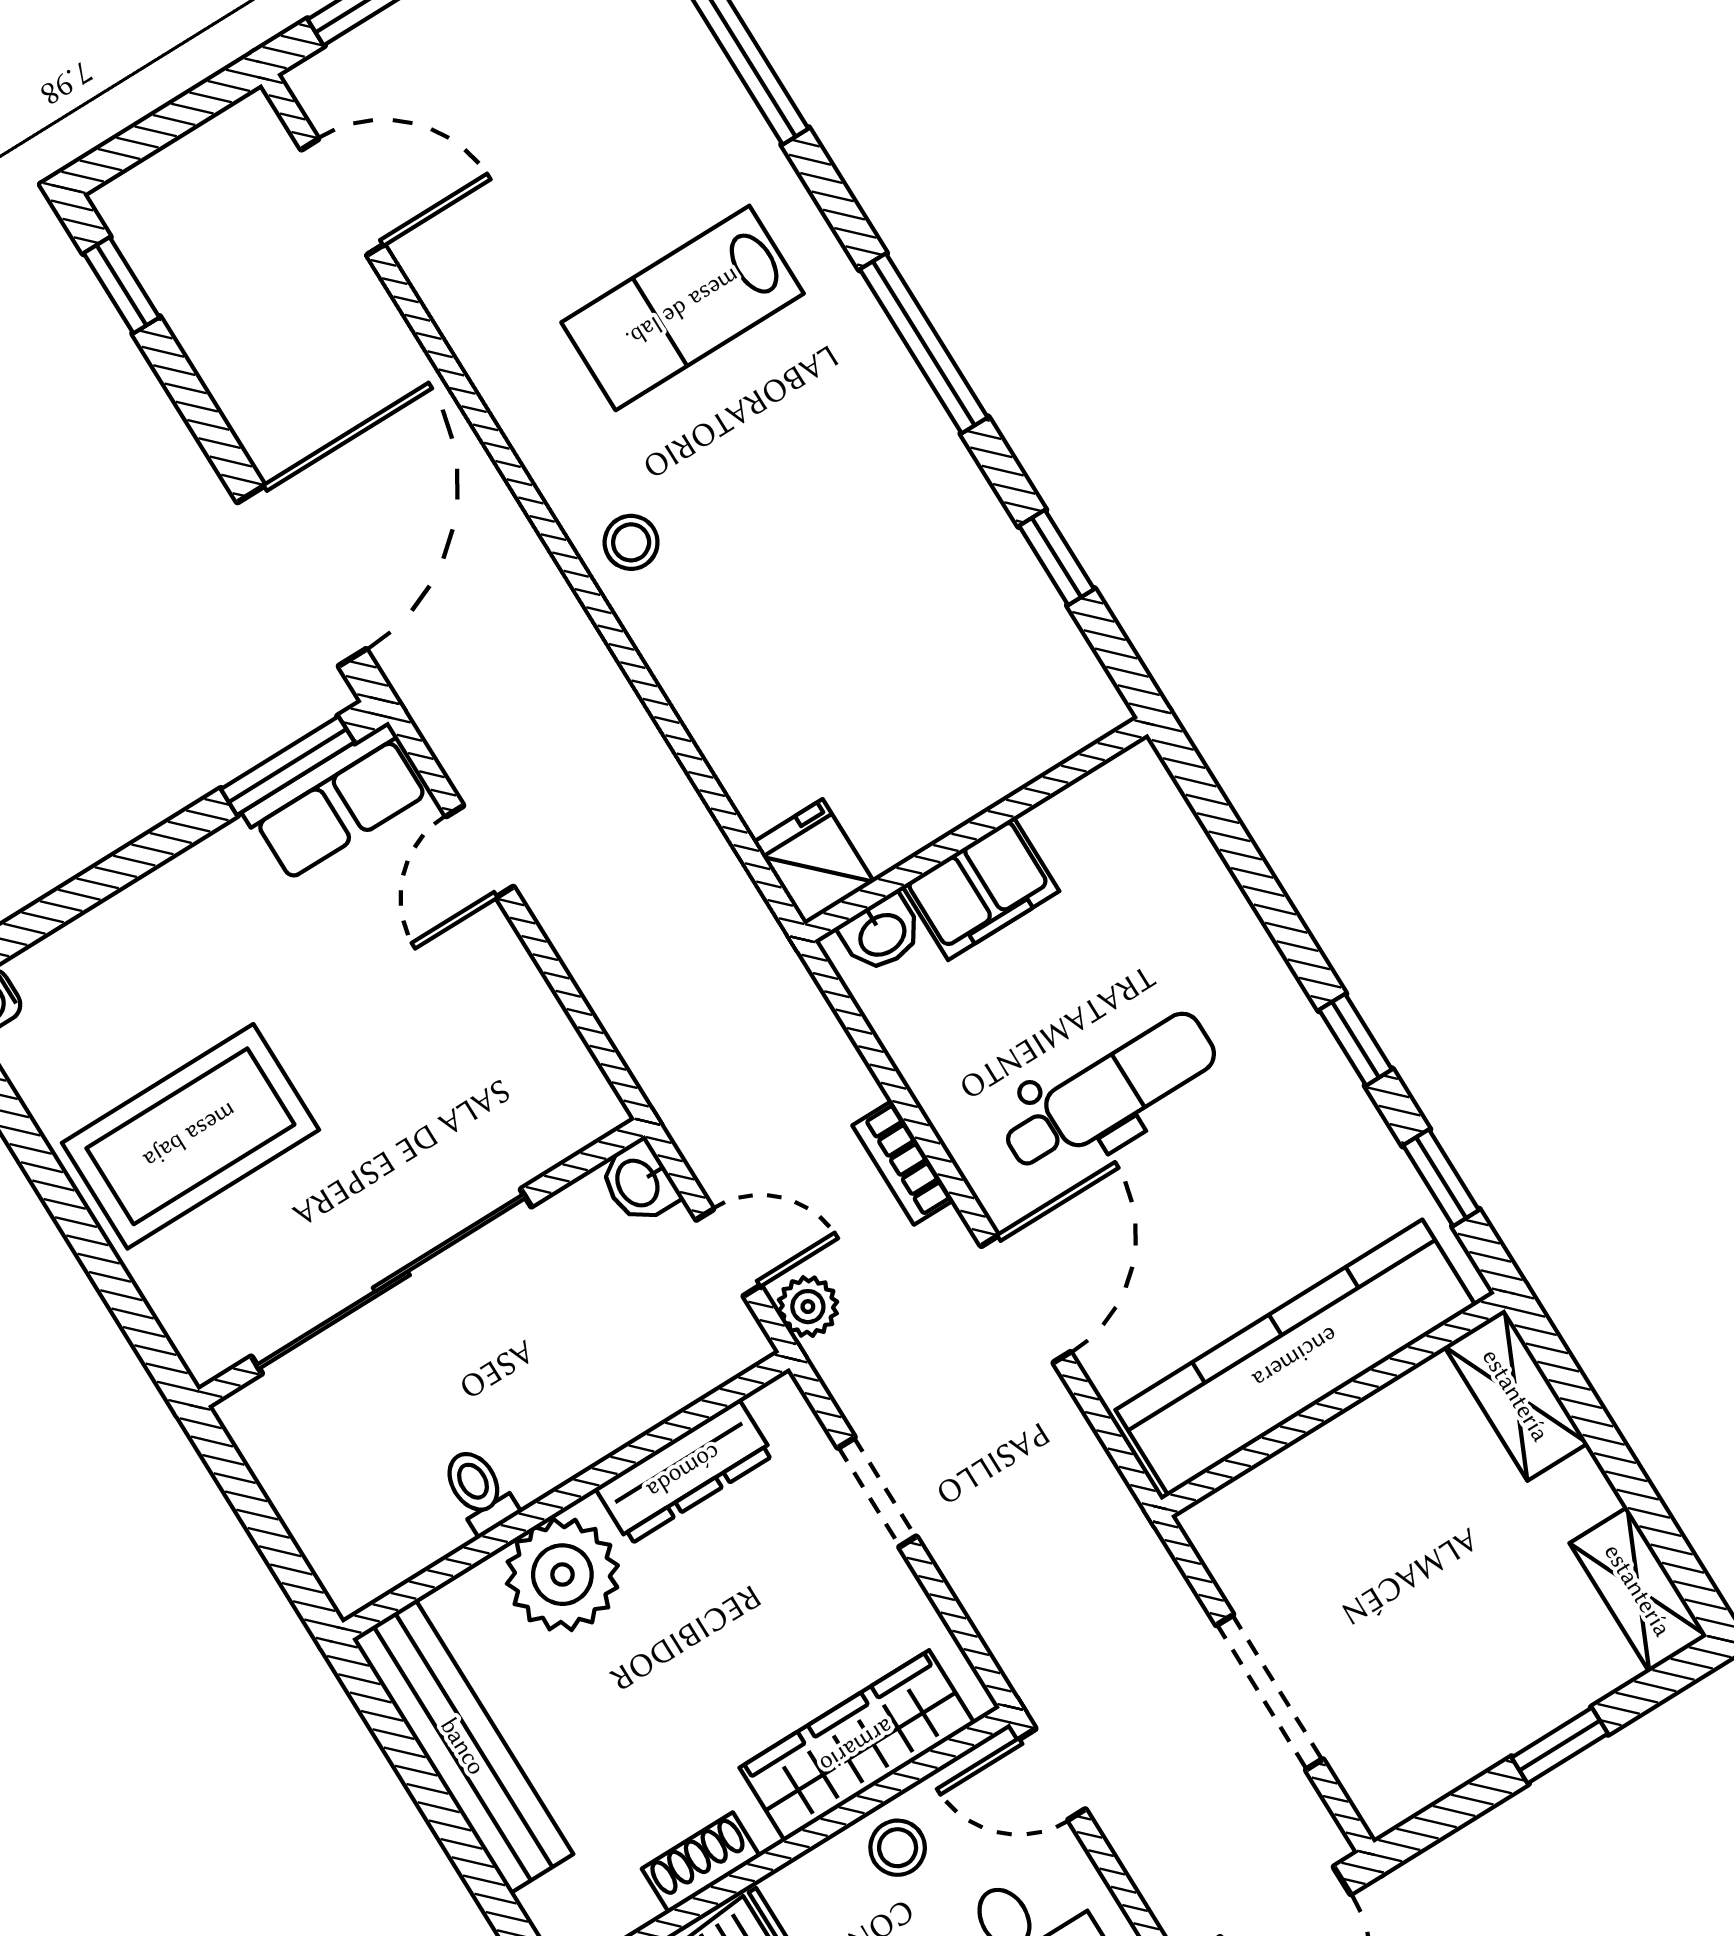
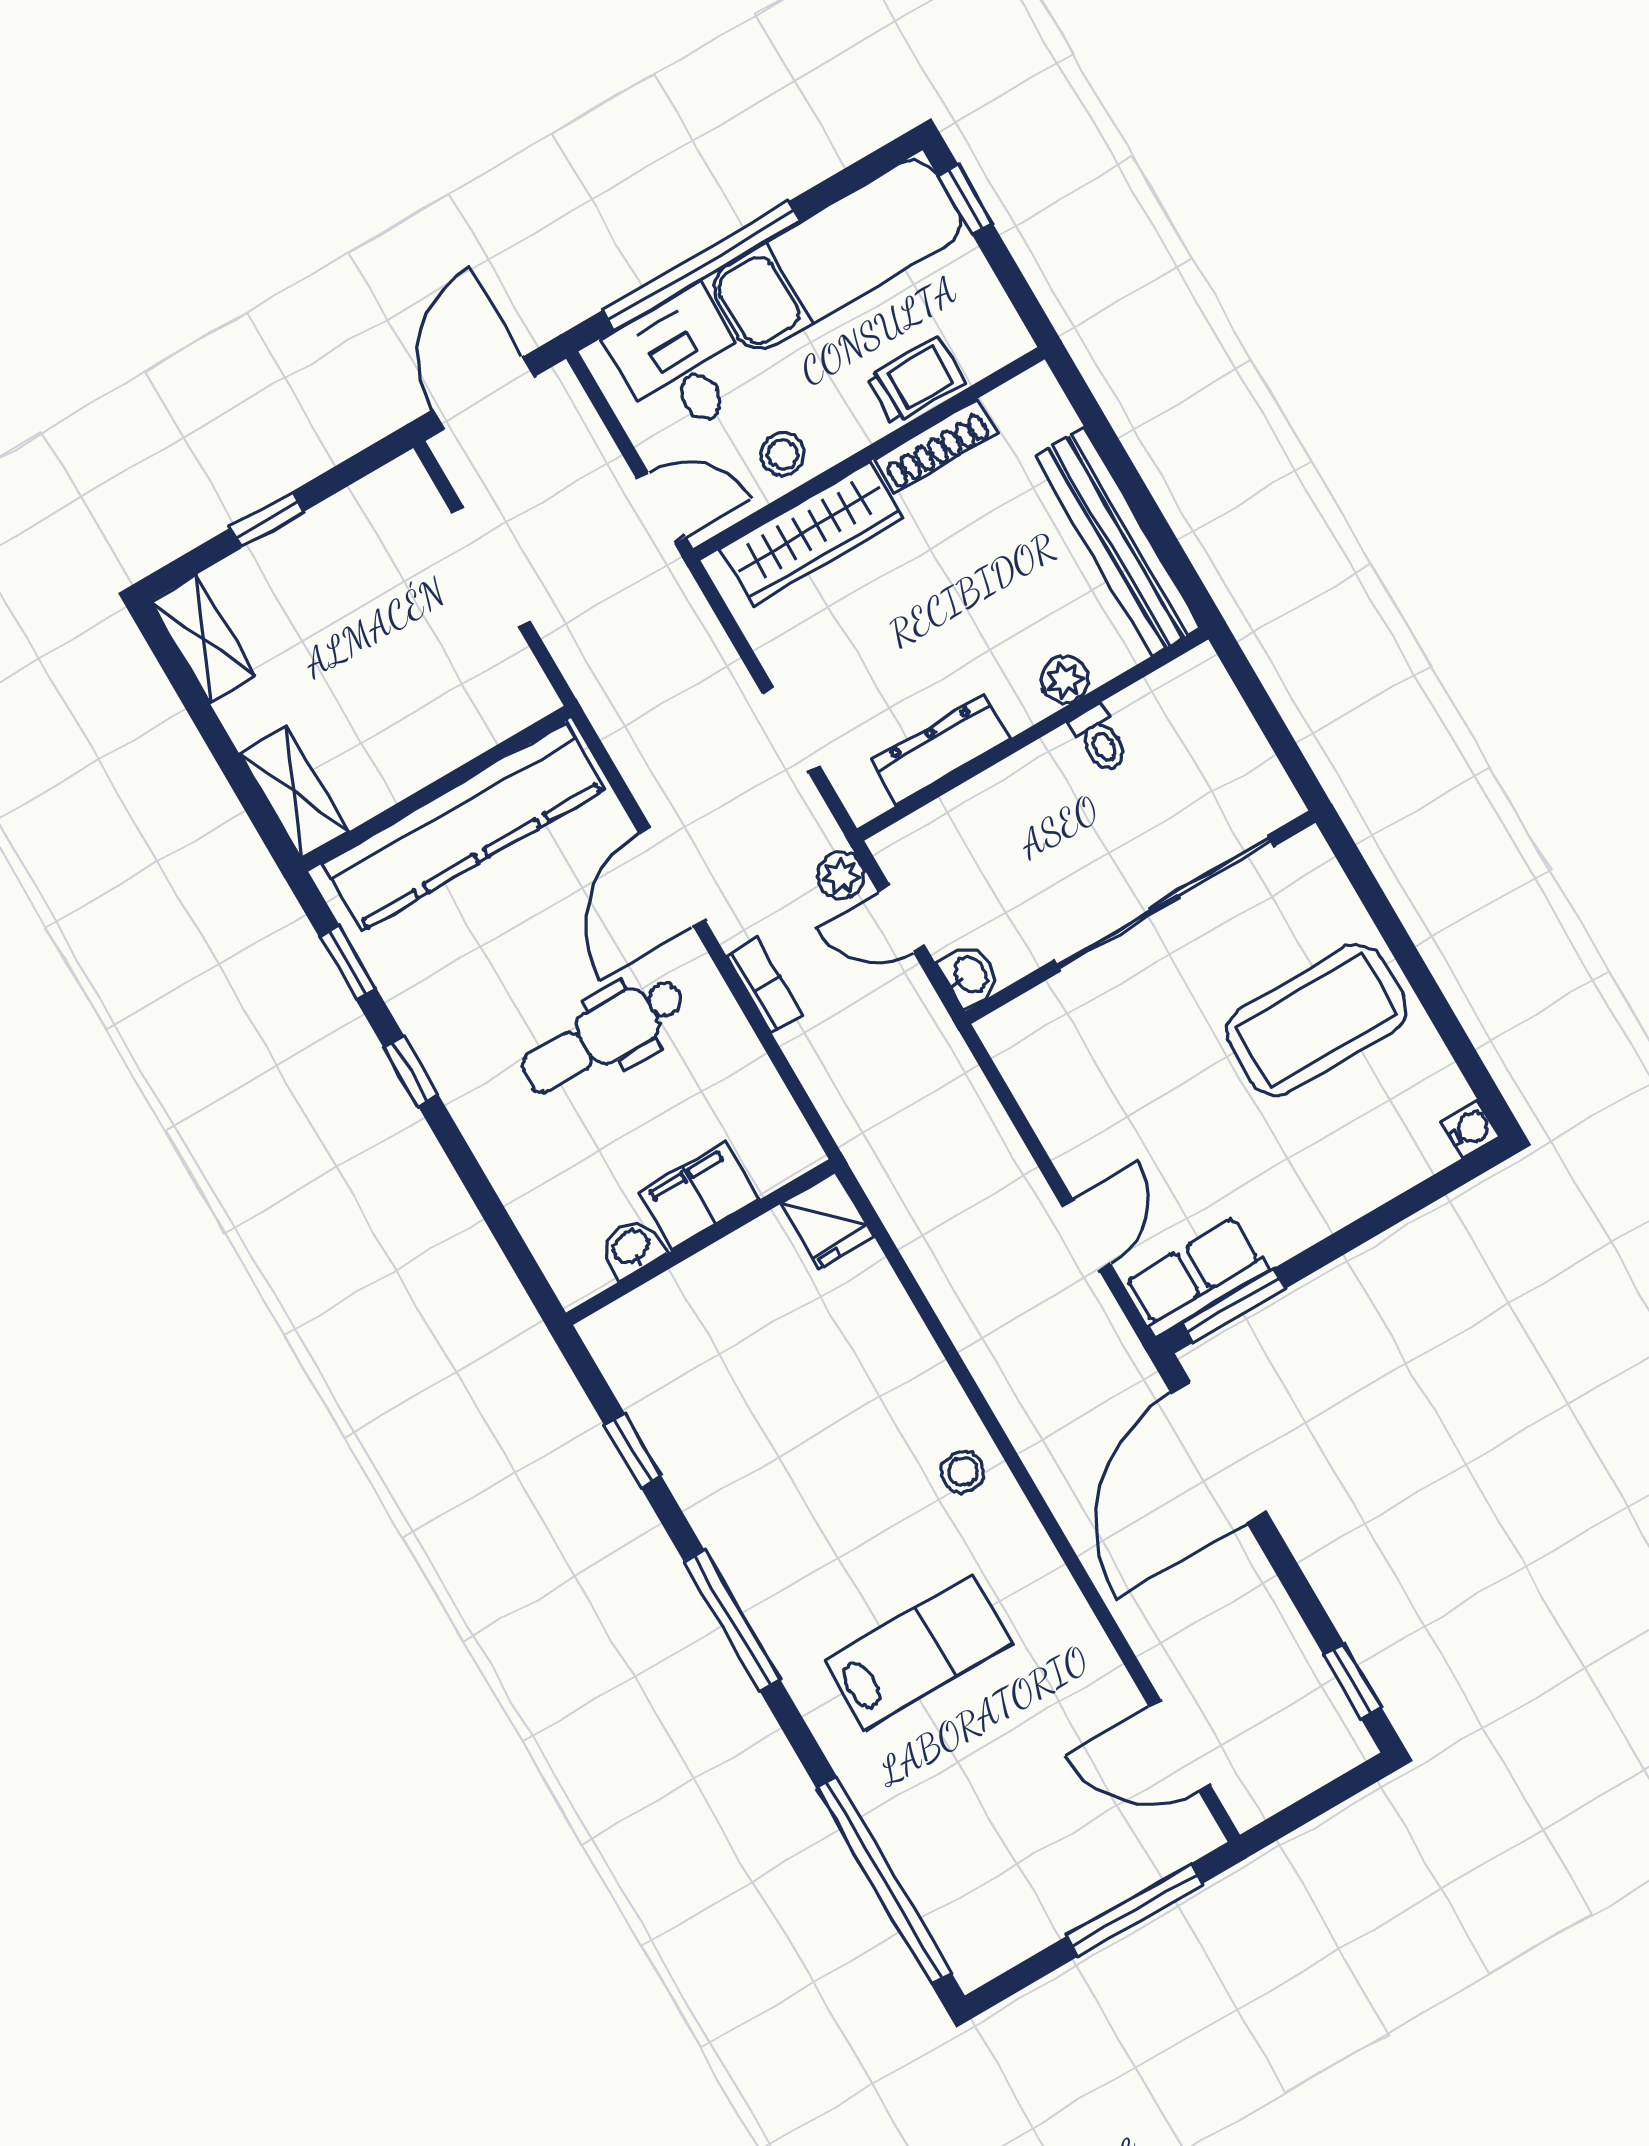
washbasin: (881, 933) -> (632, 1248), moved
plant: (562, 1575) -> (1065, 680), width x0.53, depth x0.53
shoe rack: (701, 1863) -> (935, 446), width x1.43

